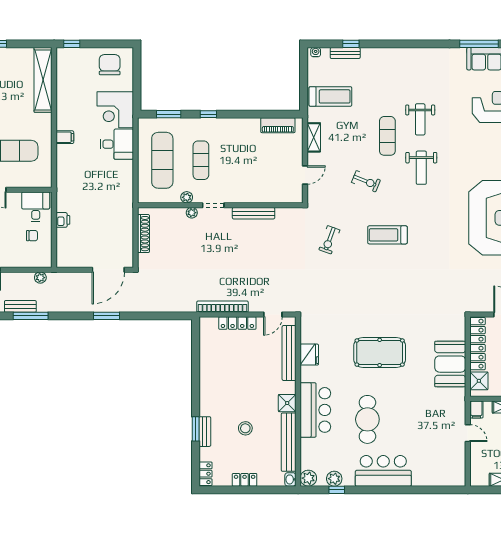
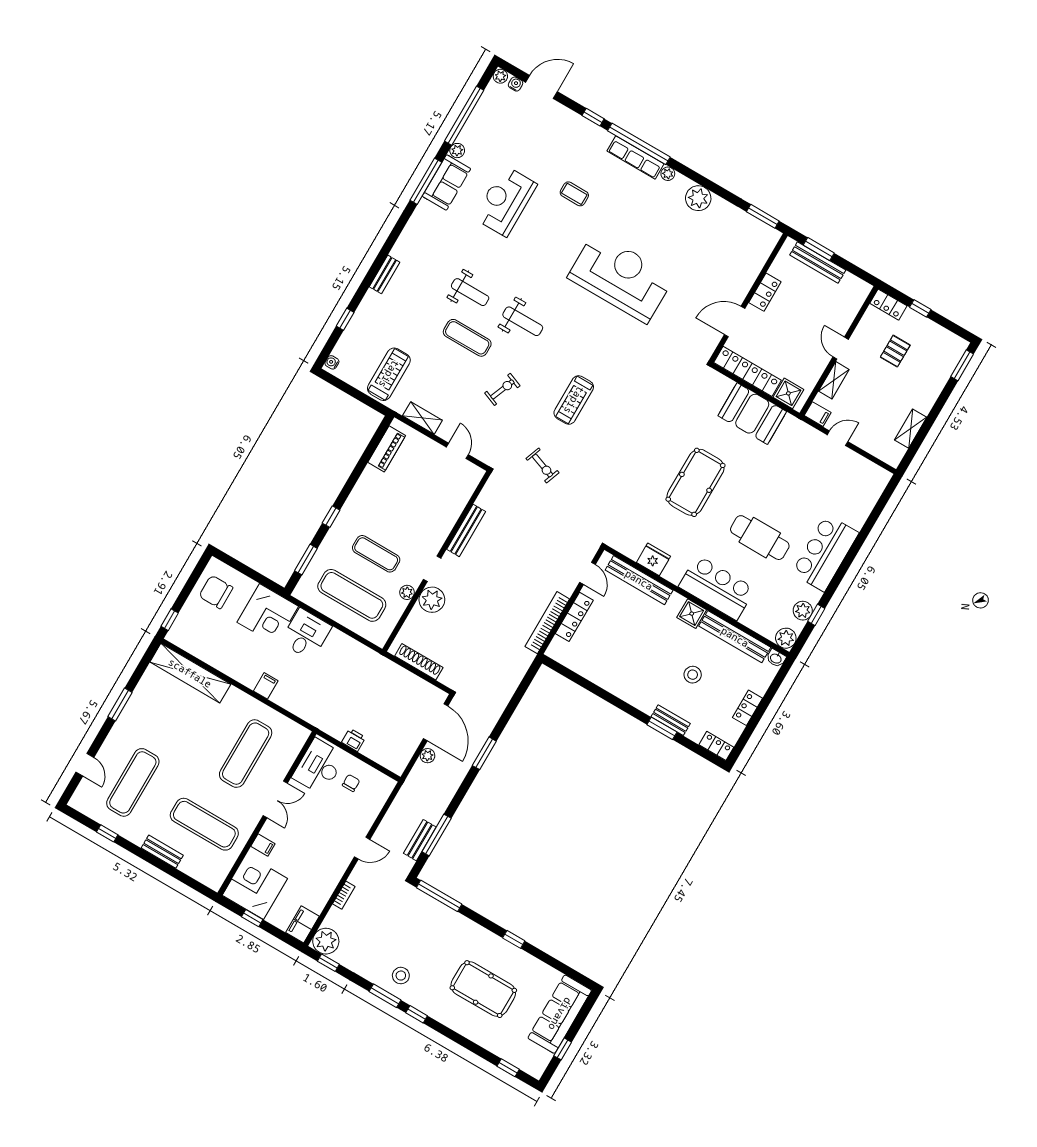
bench: (345, 53) -> (385, 274), moved
desk: (36, 207) -> (319, 766), width x1.37
plant: (192, 213) -> (432, 600), width x1.88, depth x1.88
plant: (40, 278) -> (427, 756), moved

